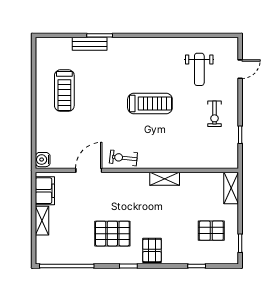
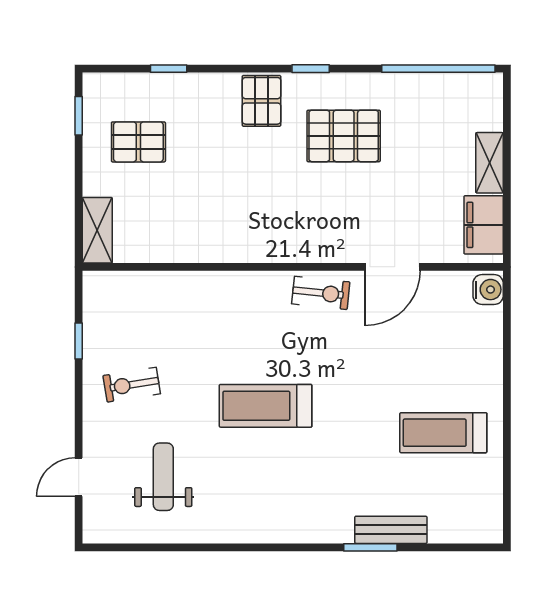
treadmill: (64, 91) -> (443, 433), turned -90
exercise bike: (215, 114) -> (132, 385), turned -99
shelving: (165, 179) -> (235, 249), removed

